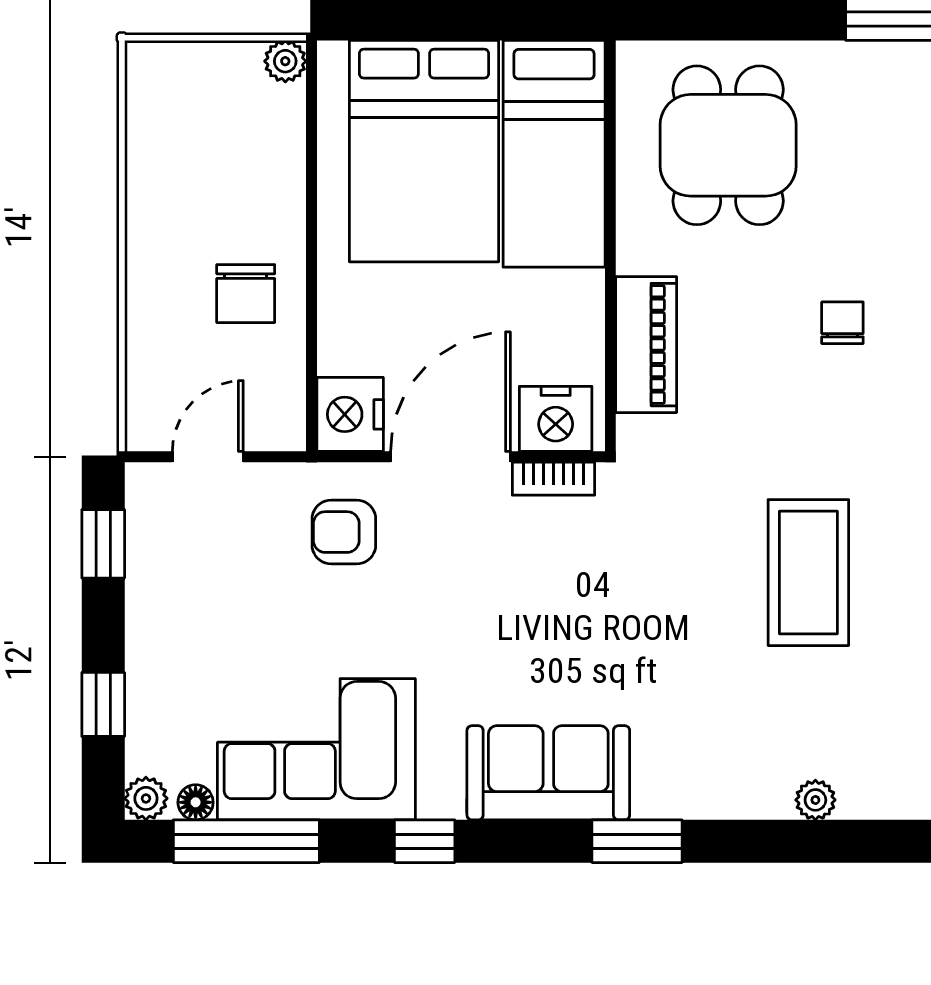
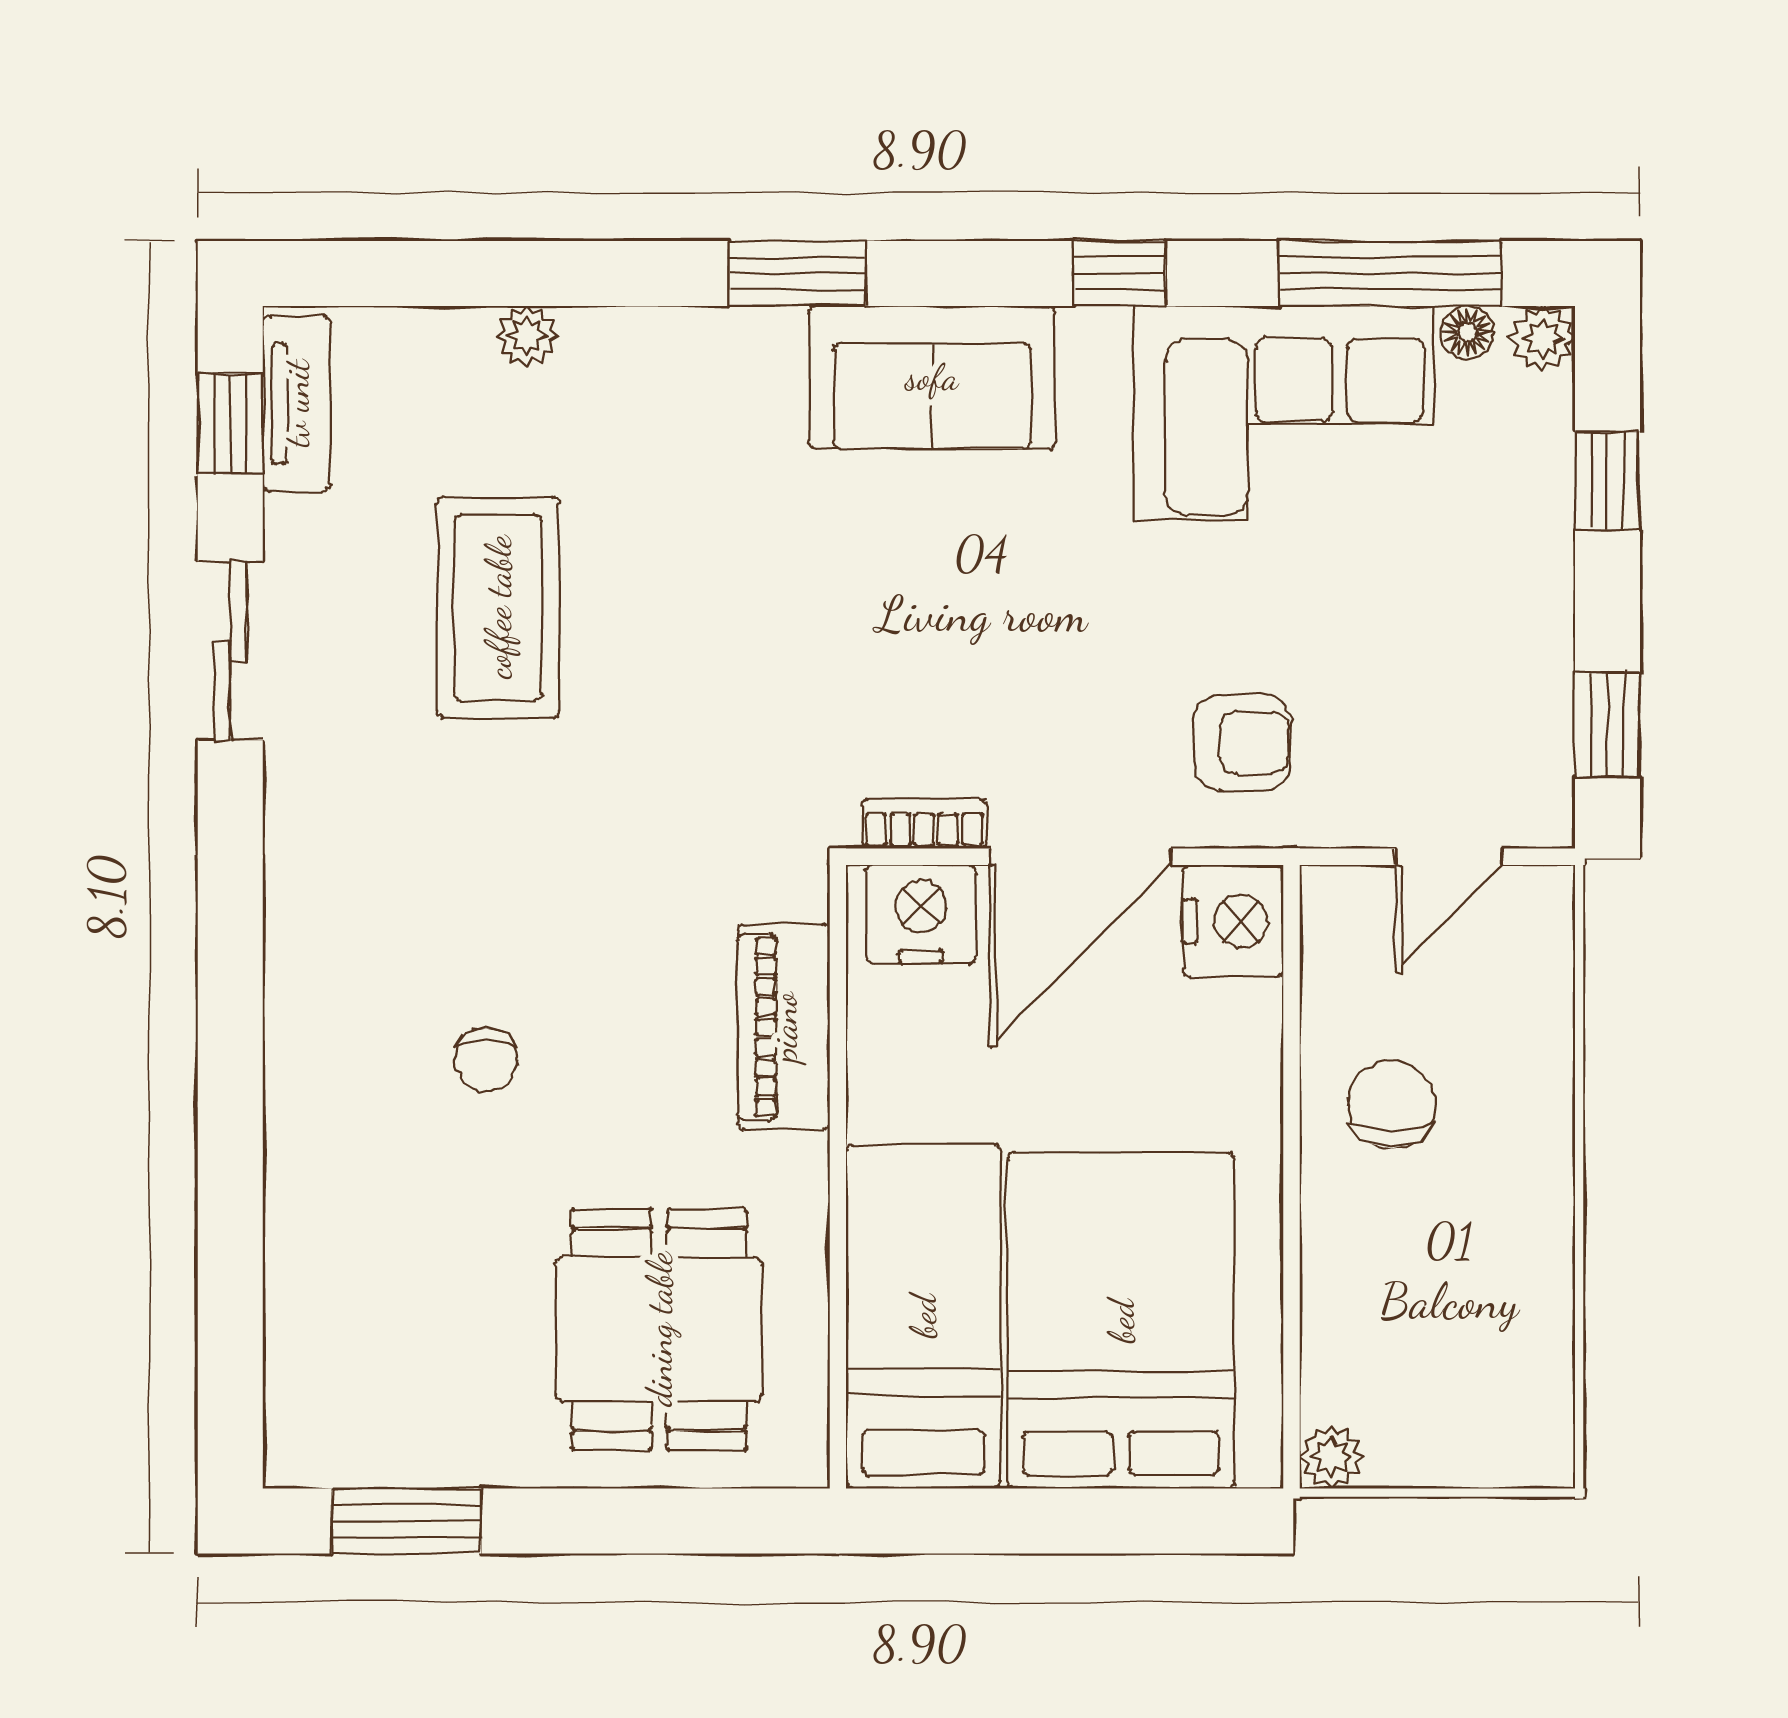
coffee table: (808, 573) -> (498, 607), moved

